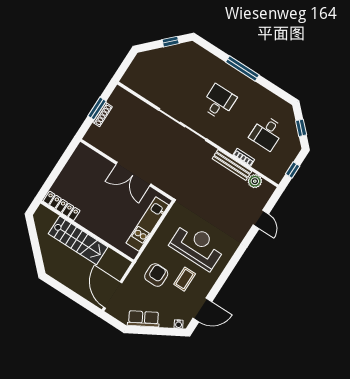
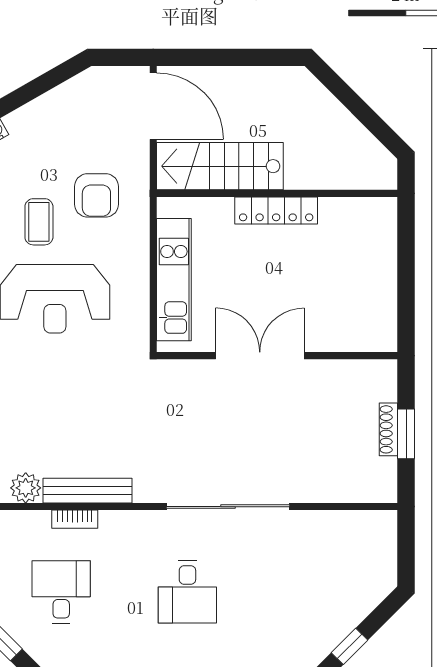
locker: (62, 206) -> (276, 210), moved
stairs: (78, 240) -> (220, 166), moved
row of seats: (143, 319) -> (68, 99), removed

